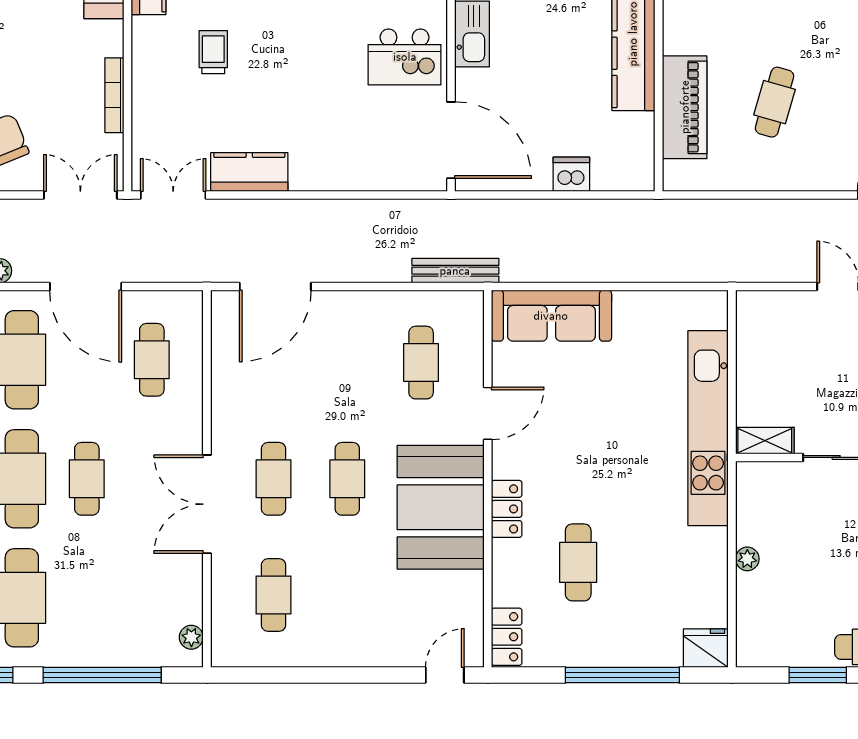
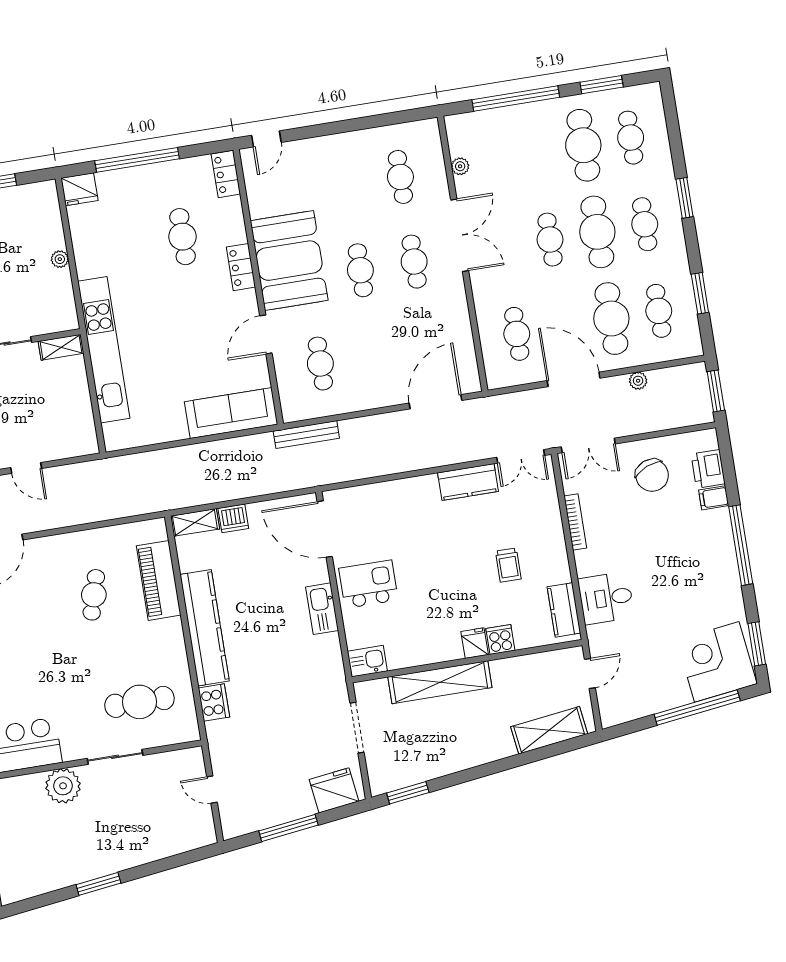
shelving: (623, 177) -> (195, 522), added
plant: (191, 637) -> (460, 166), moved

